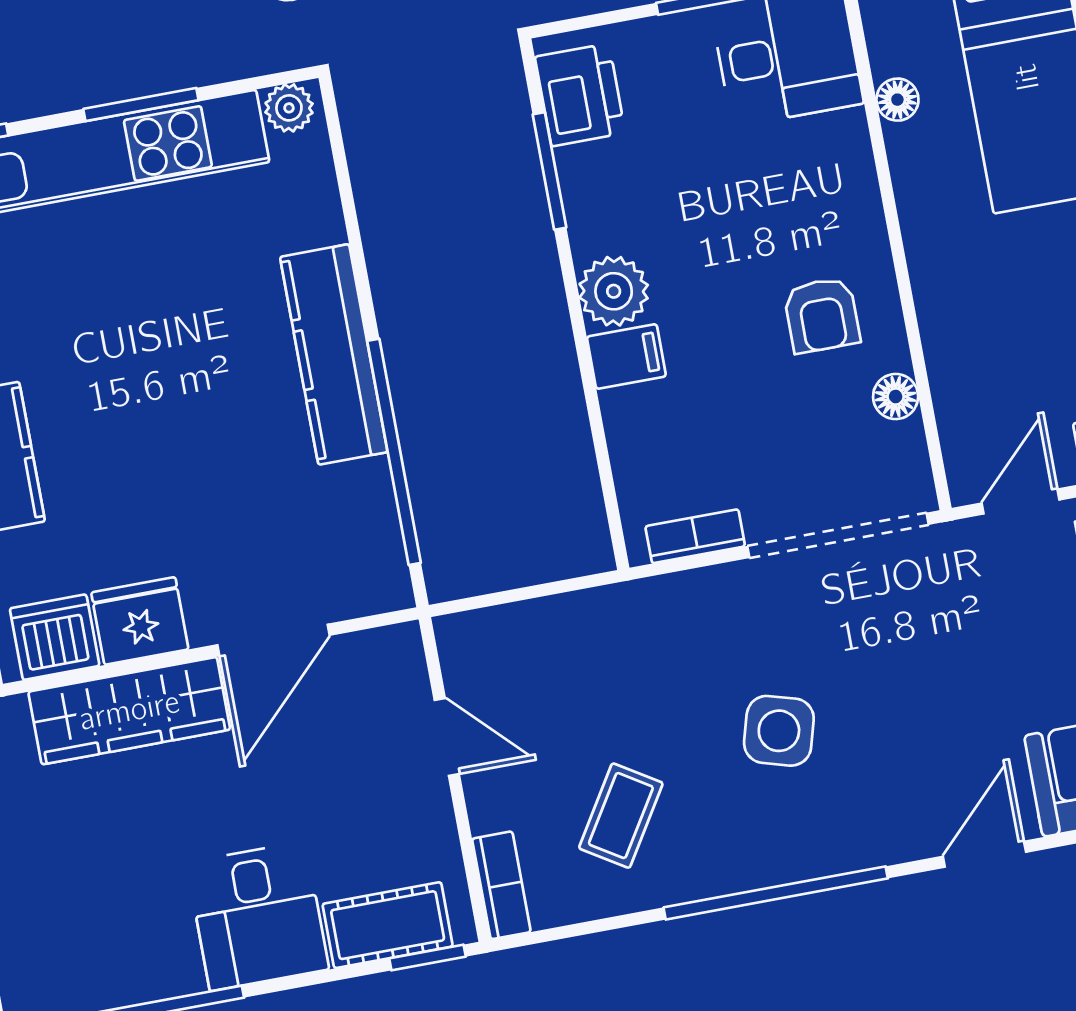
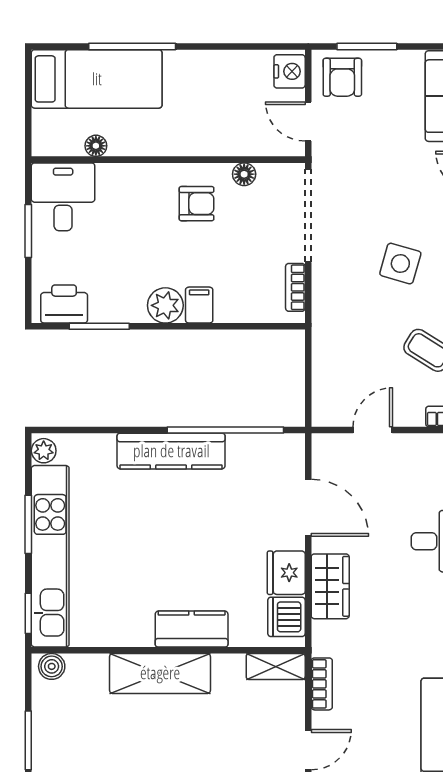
wardrobe: (129, 711) -> (330, 586), width x0.67

